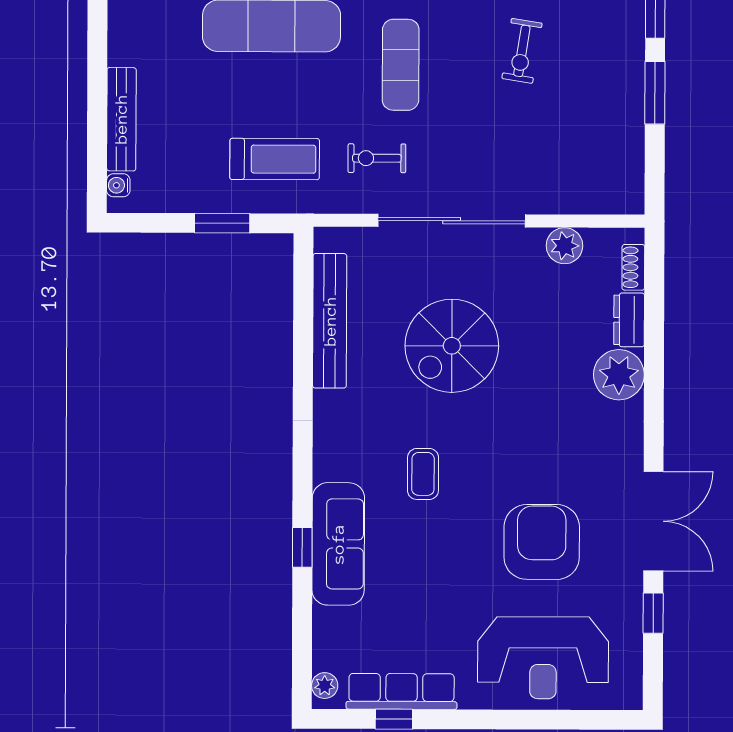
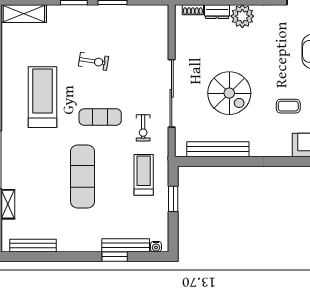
window: (97, 95) -> (115, 257), added
plant: (564, 246) -> (183, 41), removed

